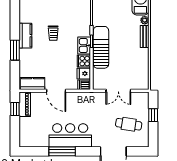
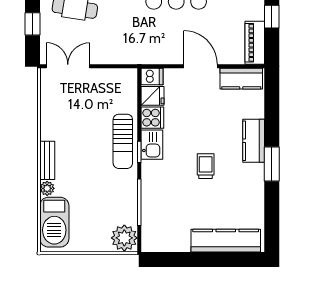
kitchen counter: (25, 36) -> (254, 141), moved
sun lounger: (101, 47) -> (123, 141), width x0.73, depth x0.75
window: (15, 50) -> (272, 164), moved
double door: (118, 91) -> (68, 66), moved
window: (15, 109) -> (272, 17), moved

